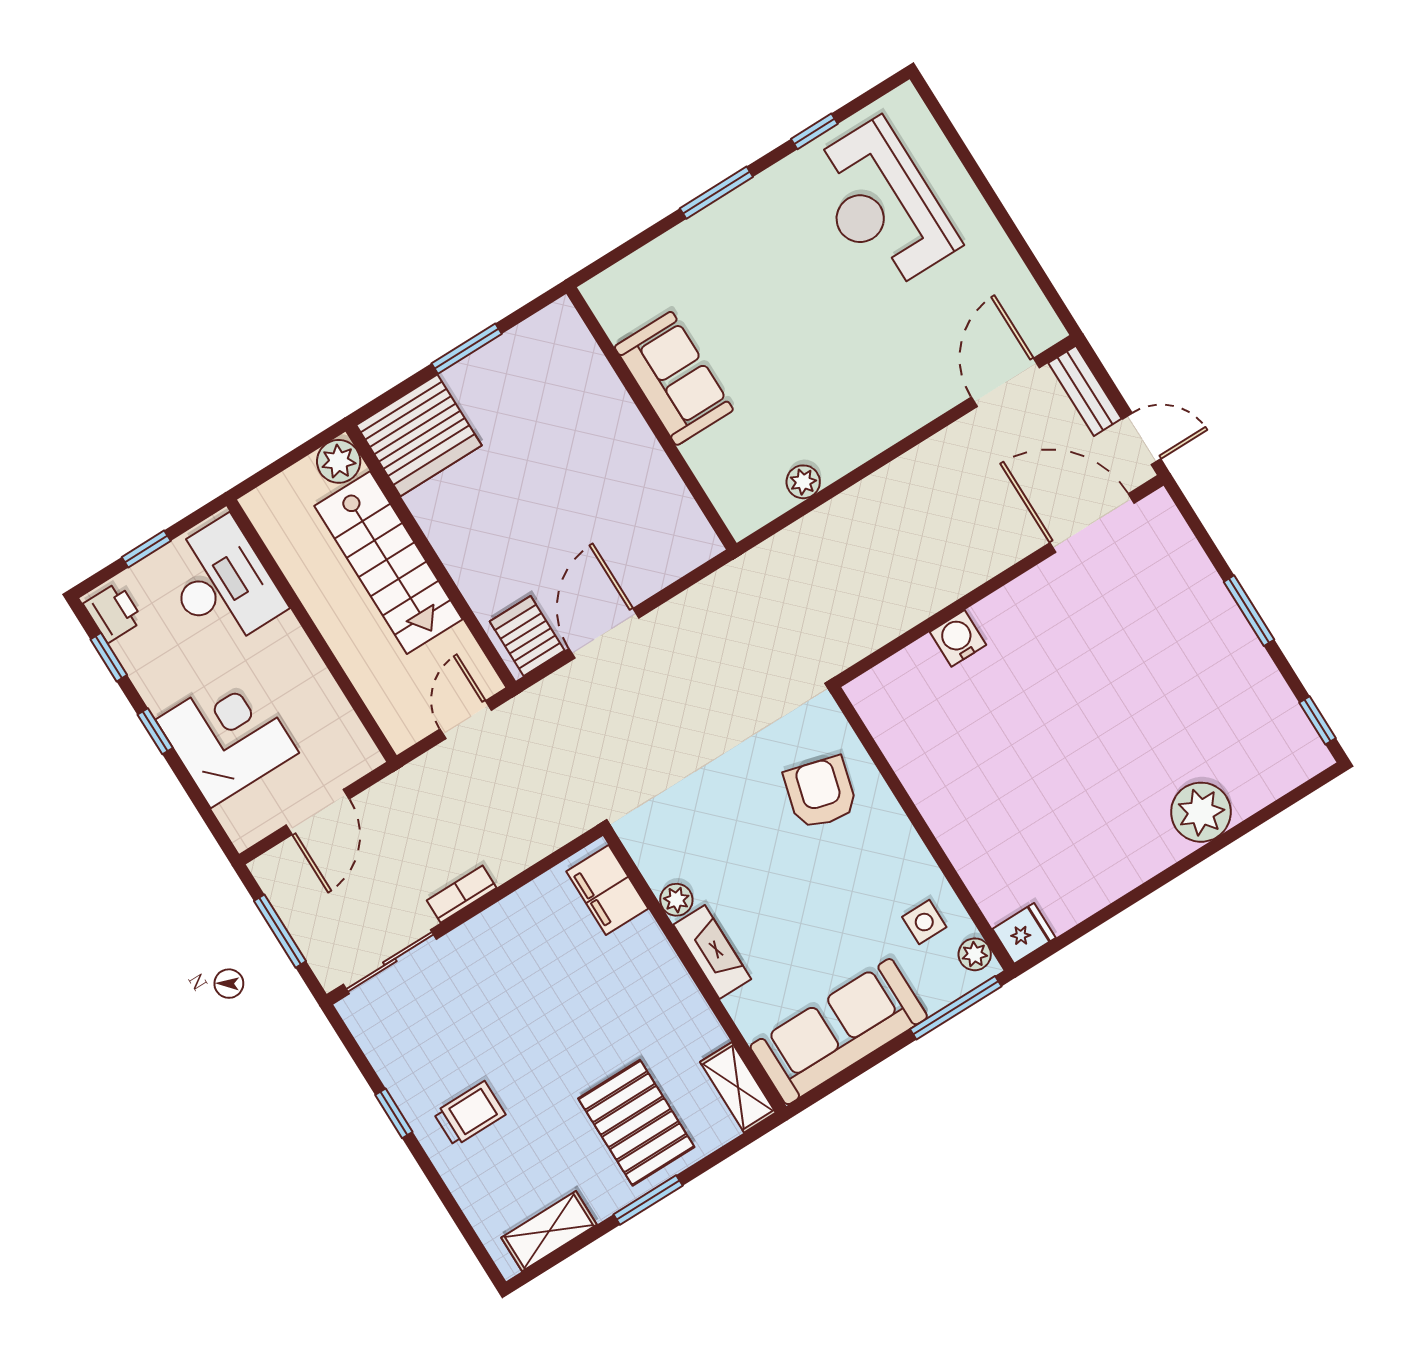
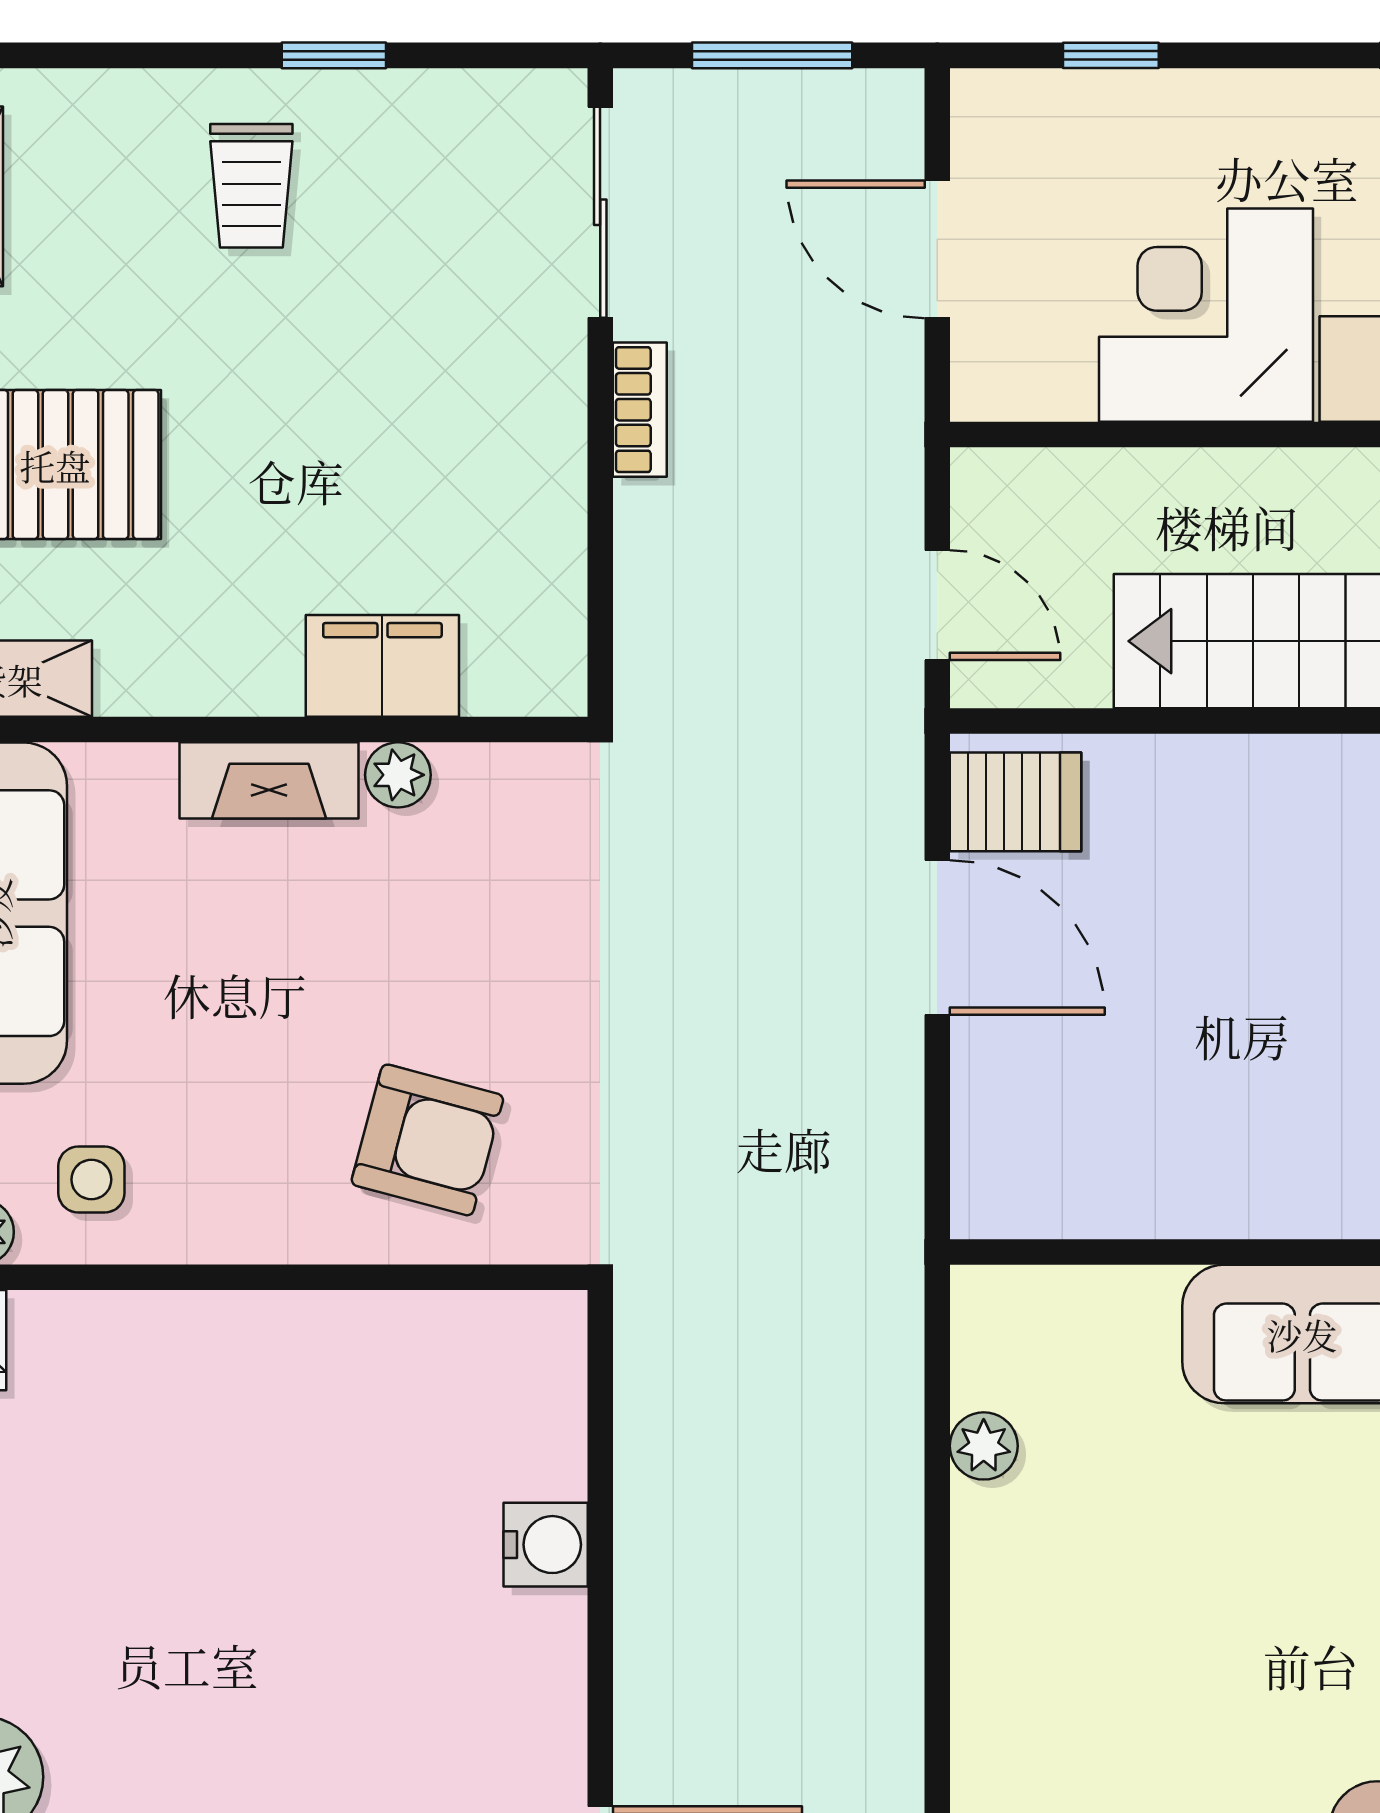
window: (155, 731) -> (1111, 55), moved
corner desk: (227, 736) -> (1206, 315), moved, turned 180
filing cabinet: (607, 890) -> (382, 666), moved

